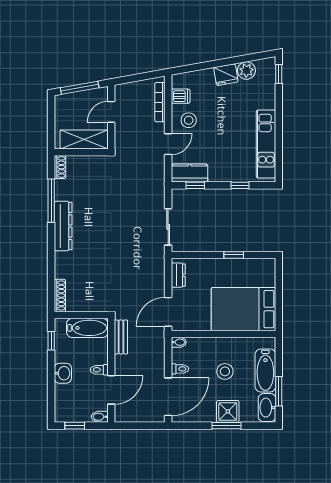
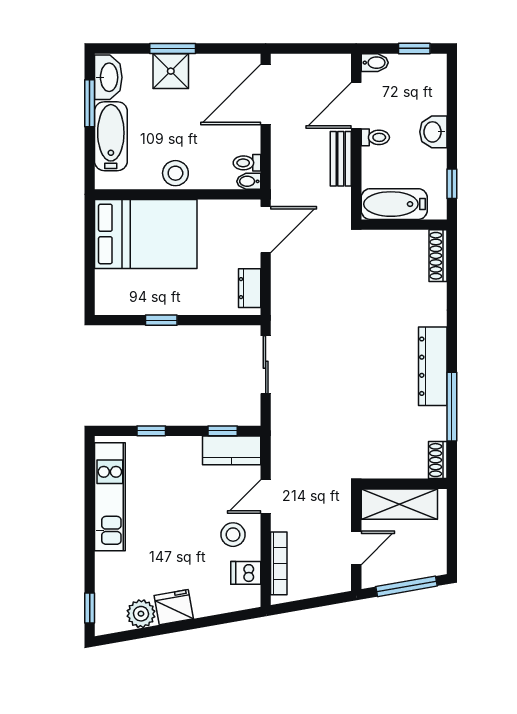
bench: (121, 337) -> (341, 159), moved
toilet: (180, 369) -> (247, 163), moved
stool: (225, 371) -> (175, 173), moved

